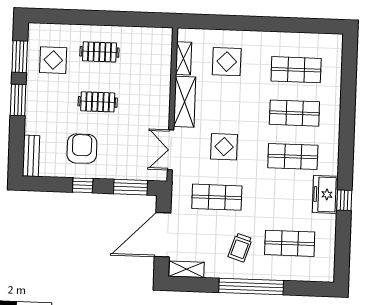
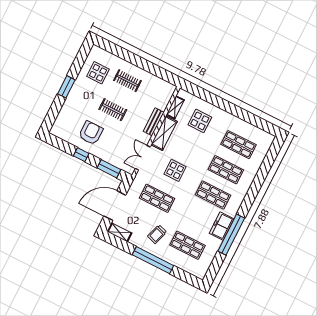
window: (20, 57) -> (79, 62), removed
bench: (31, 156) -> (154, 122), moved
window: (344, 200) -> (231, 235), width x3.17

